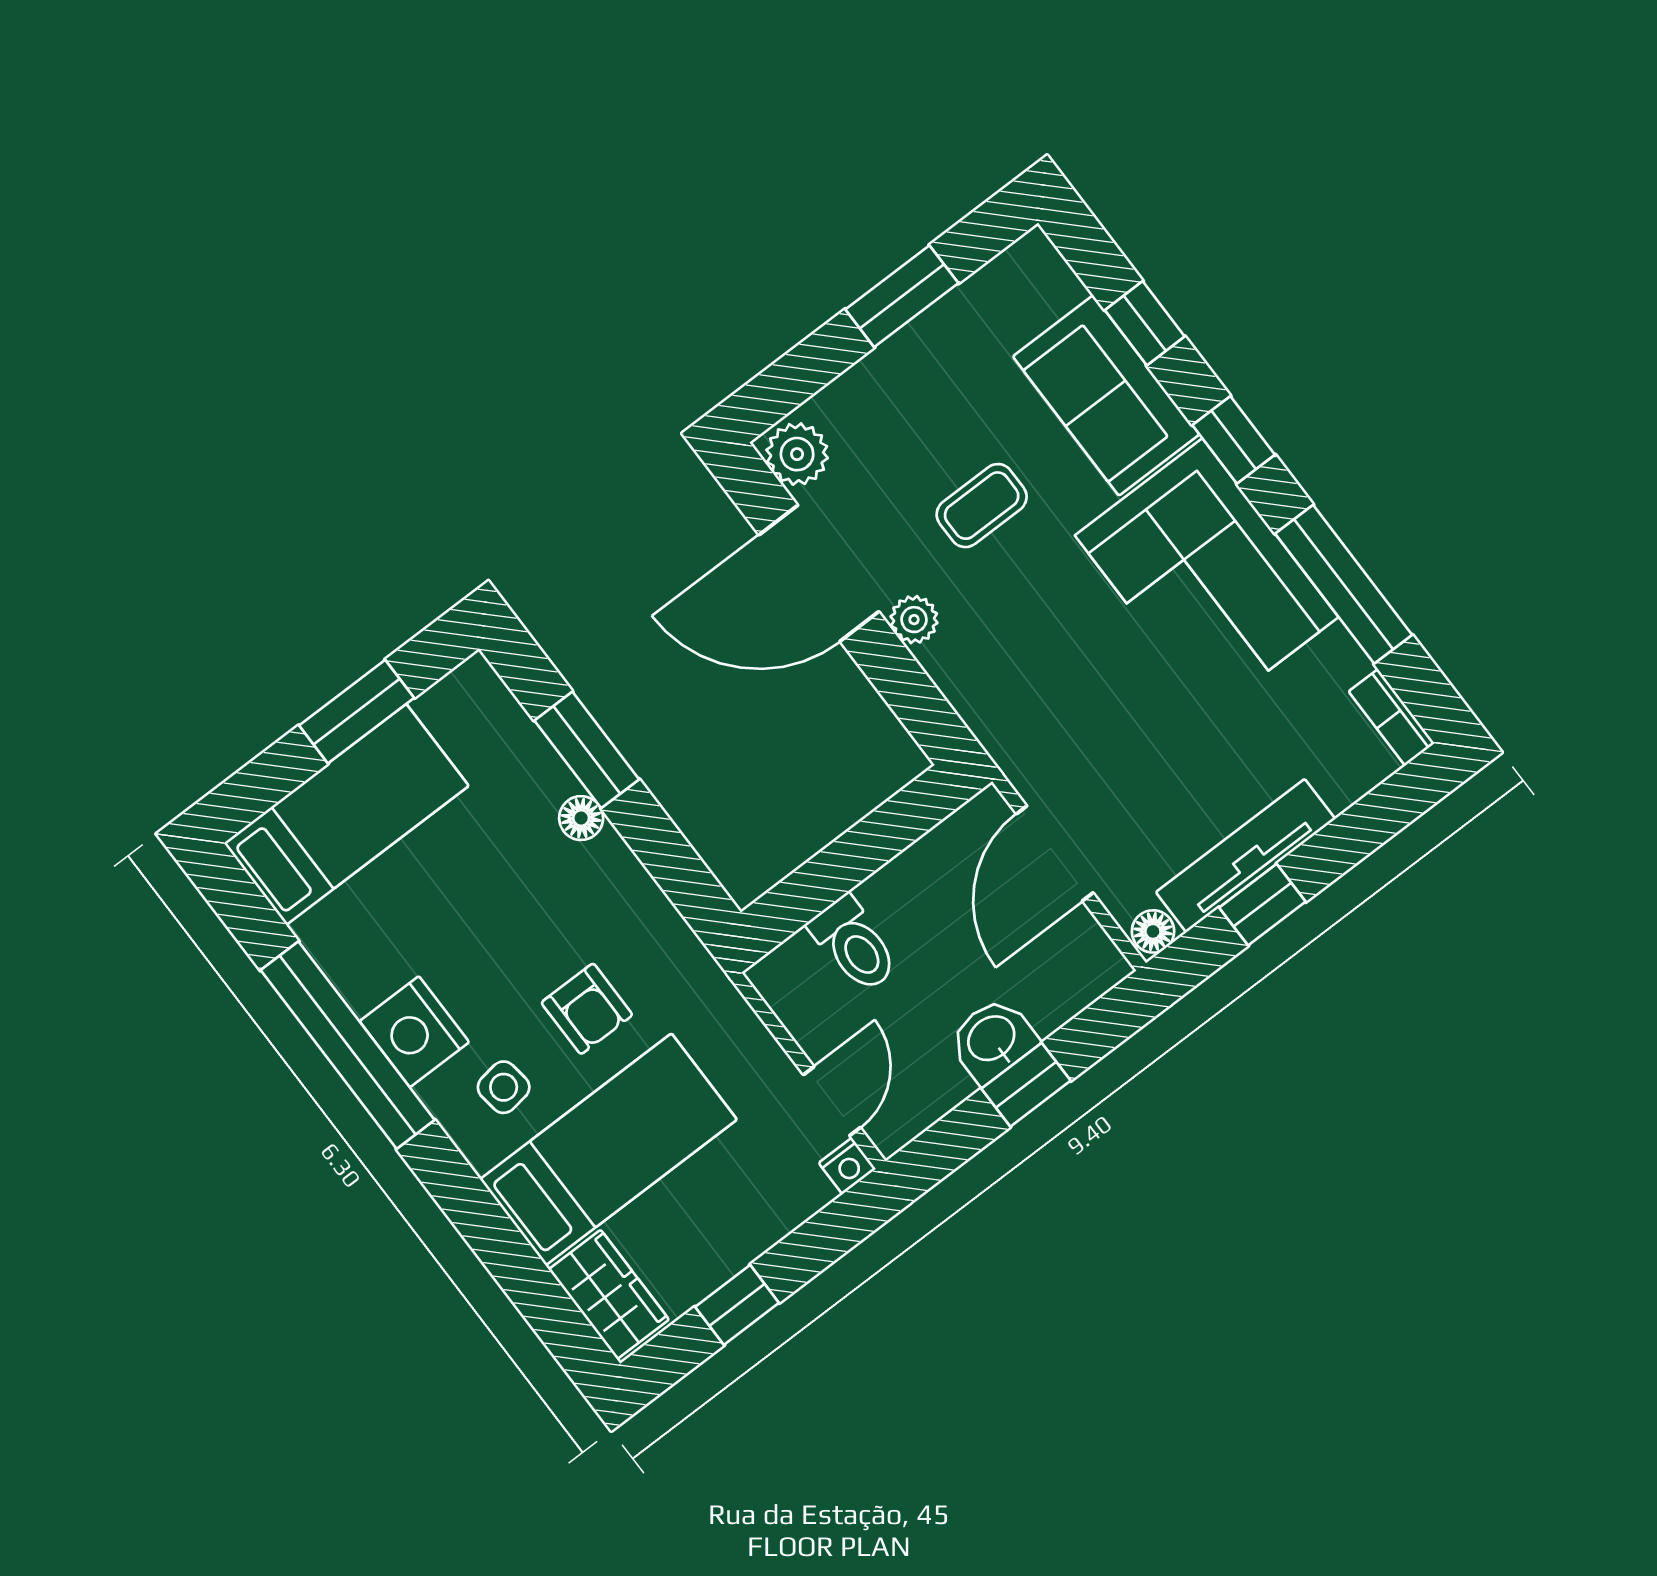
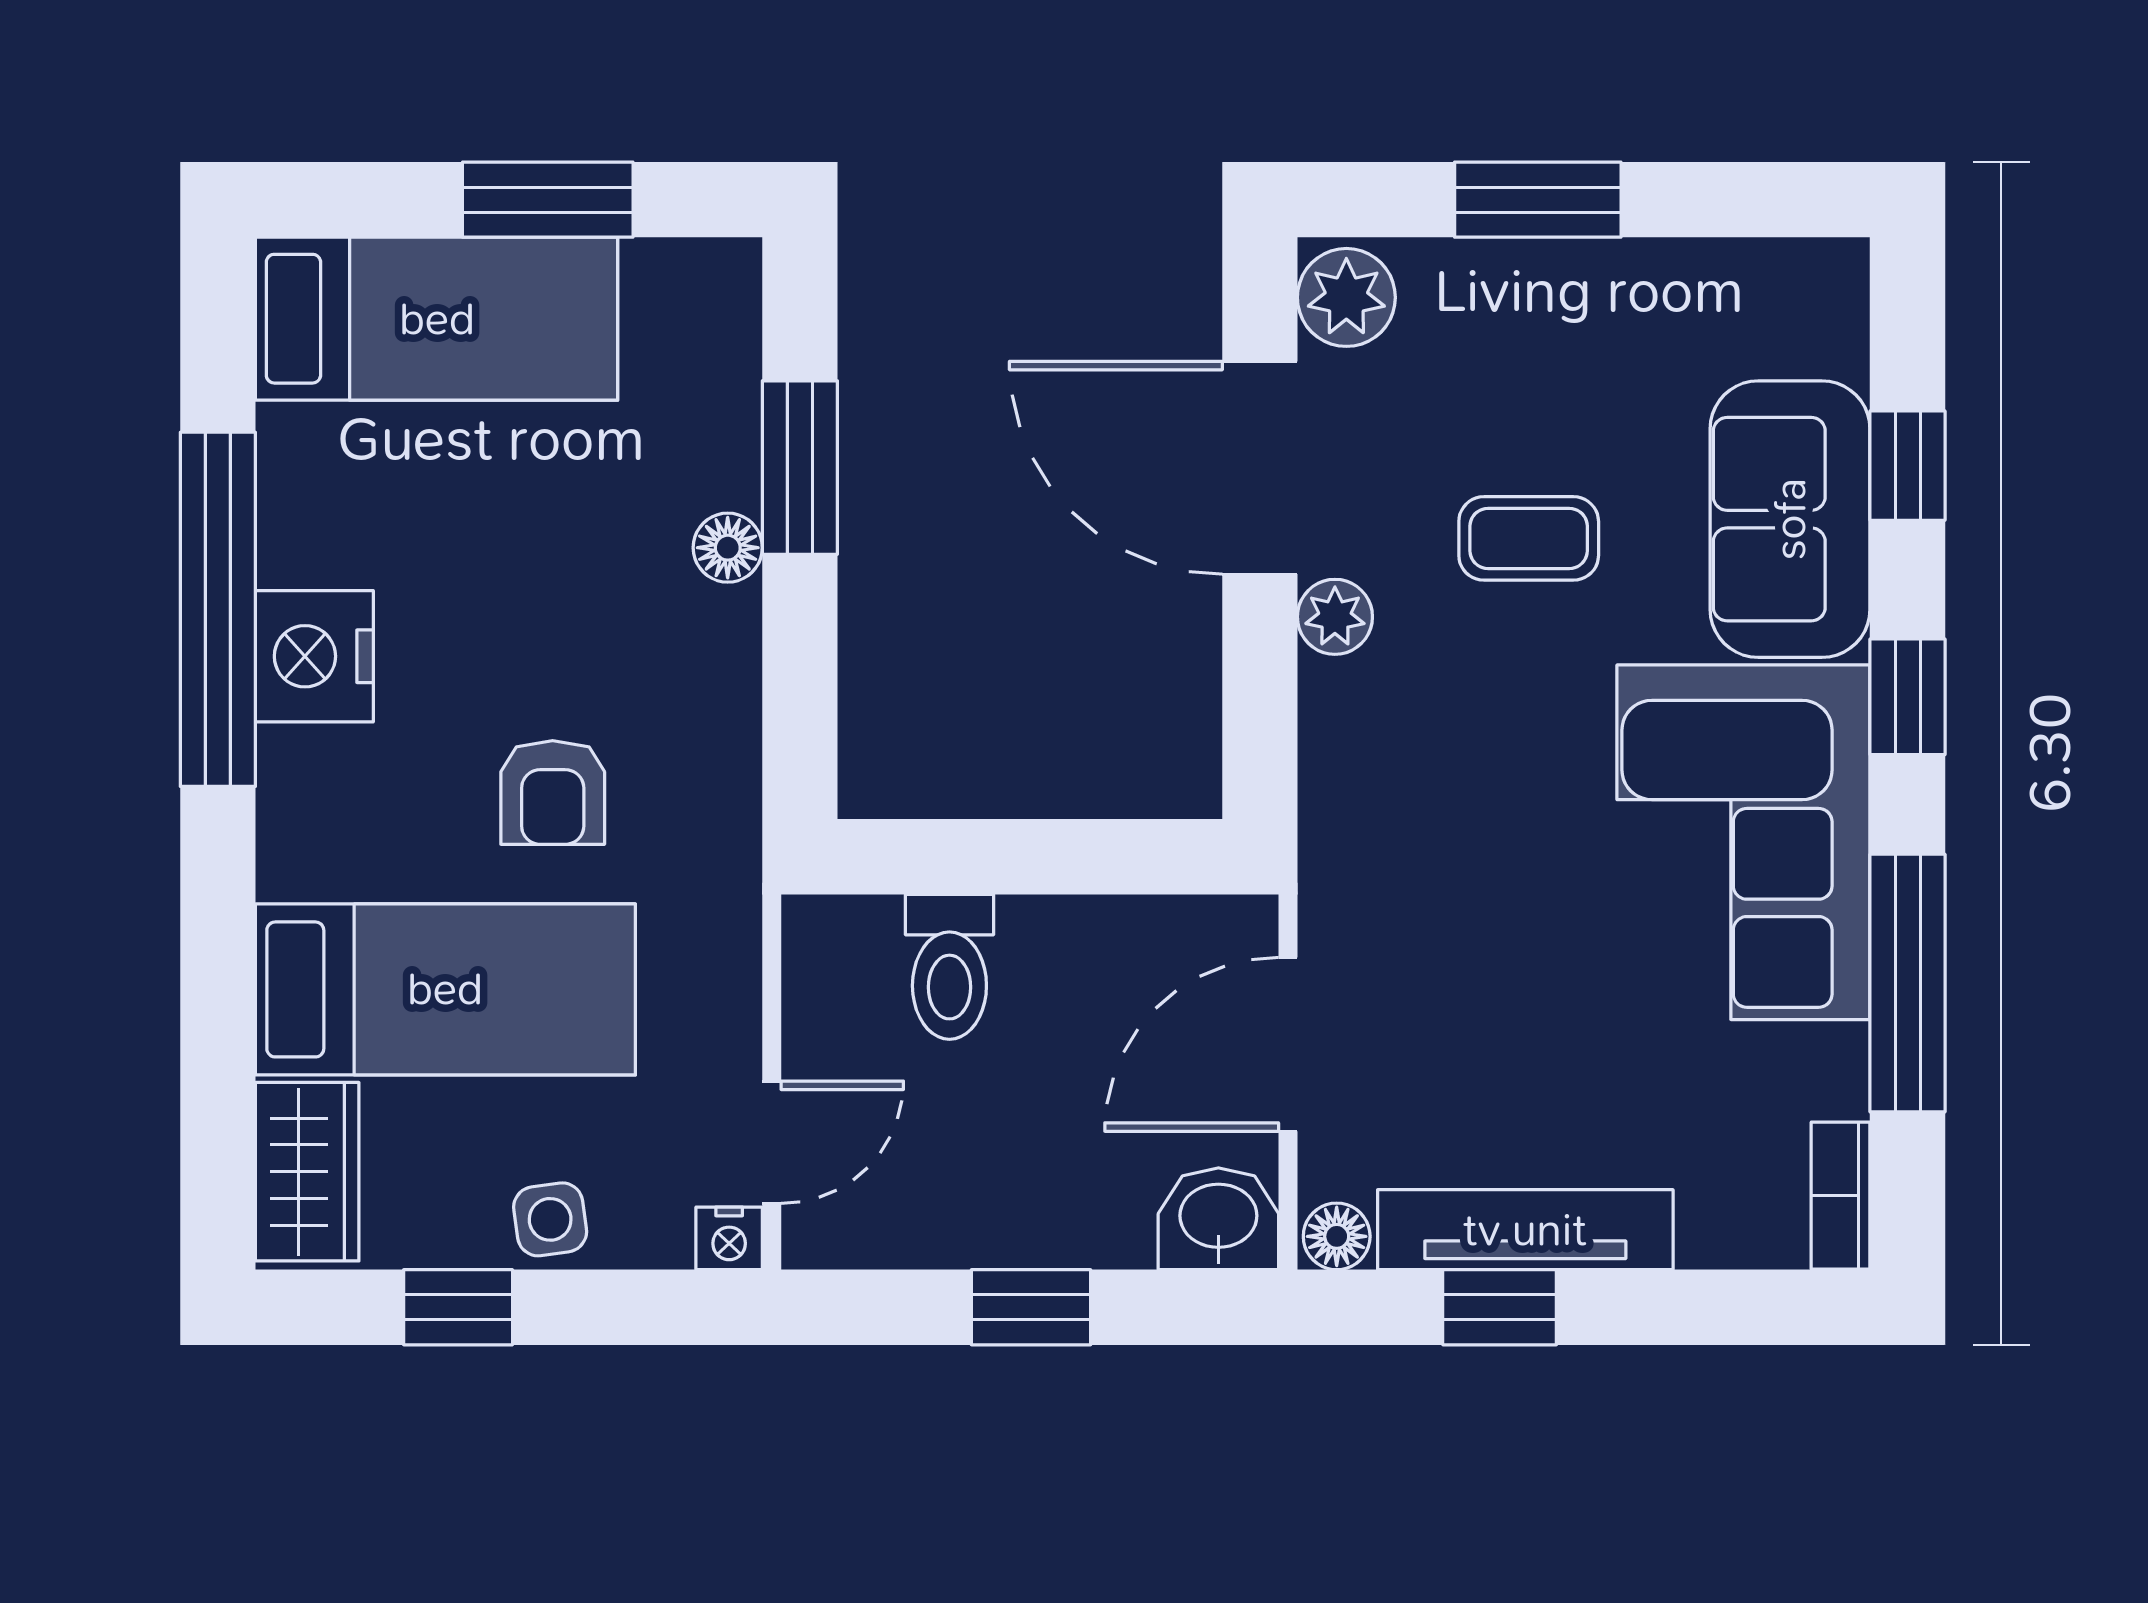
window: (902, 296) -> (1538, 200), moved
washbasin: (992, 1040) -> (1218, 1219), moved
side table: (504, 1087) -> (550, 1219), moved

